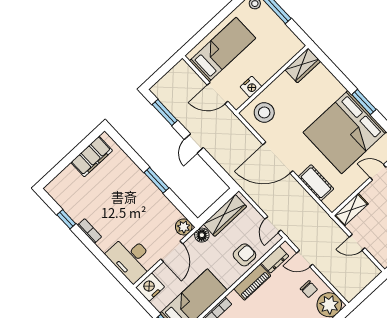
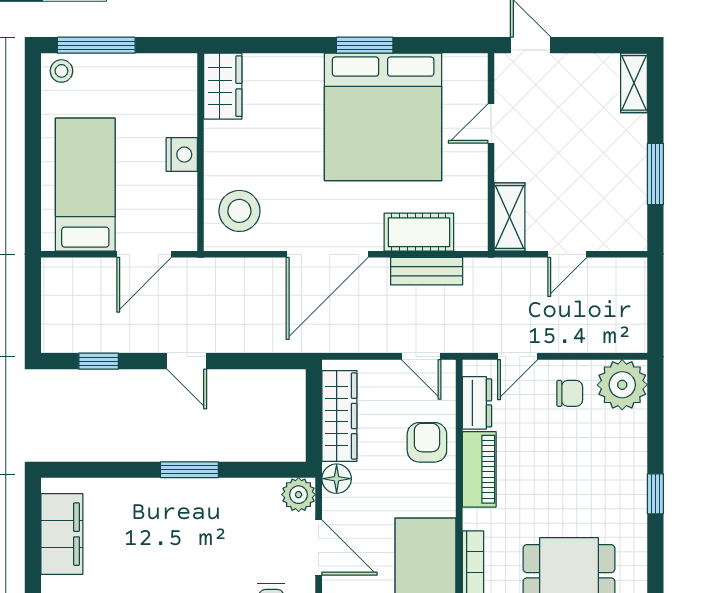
nightstand: (251, 87) -> (182, 155), moved
window: (165, 112) -> (99, 361), width x0.67
bench: (305, 198) -> (427, 271), added

